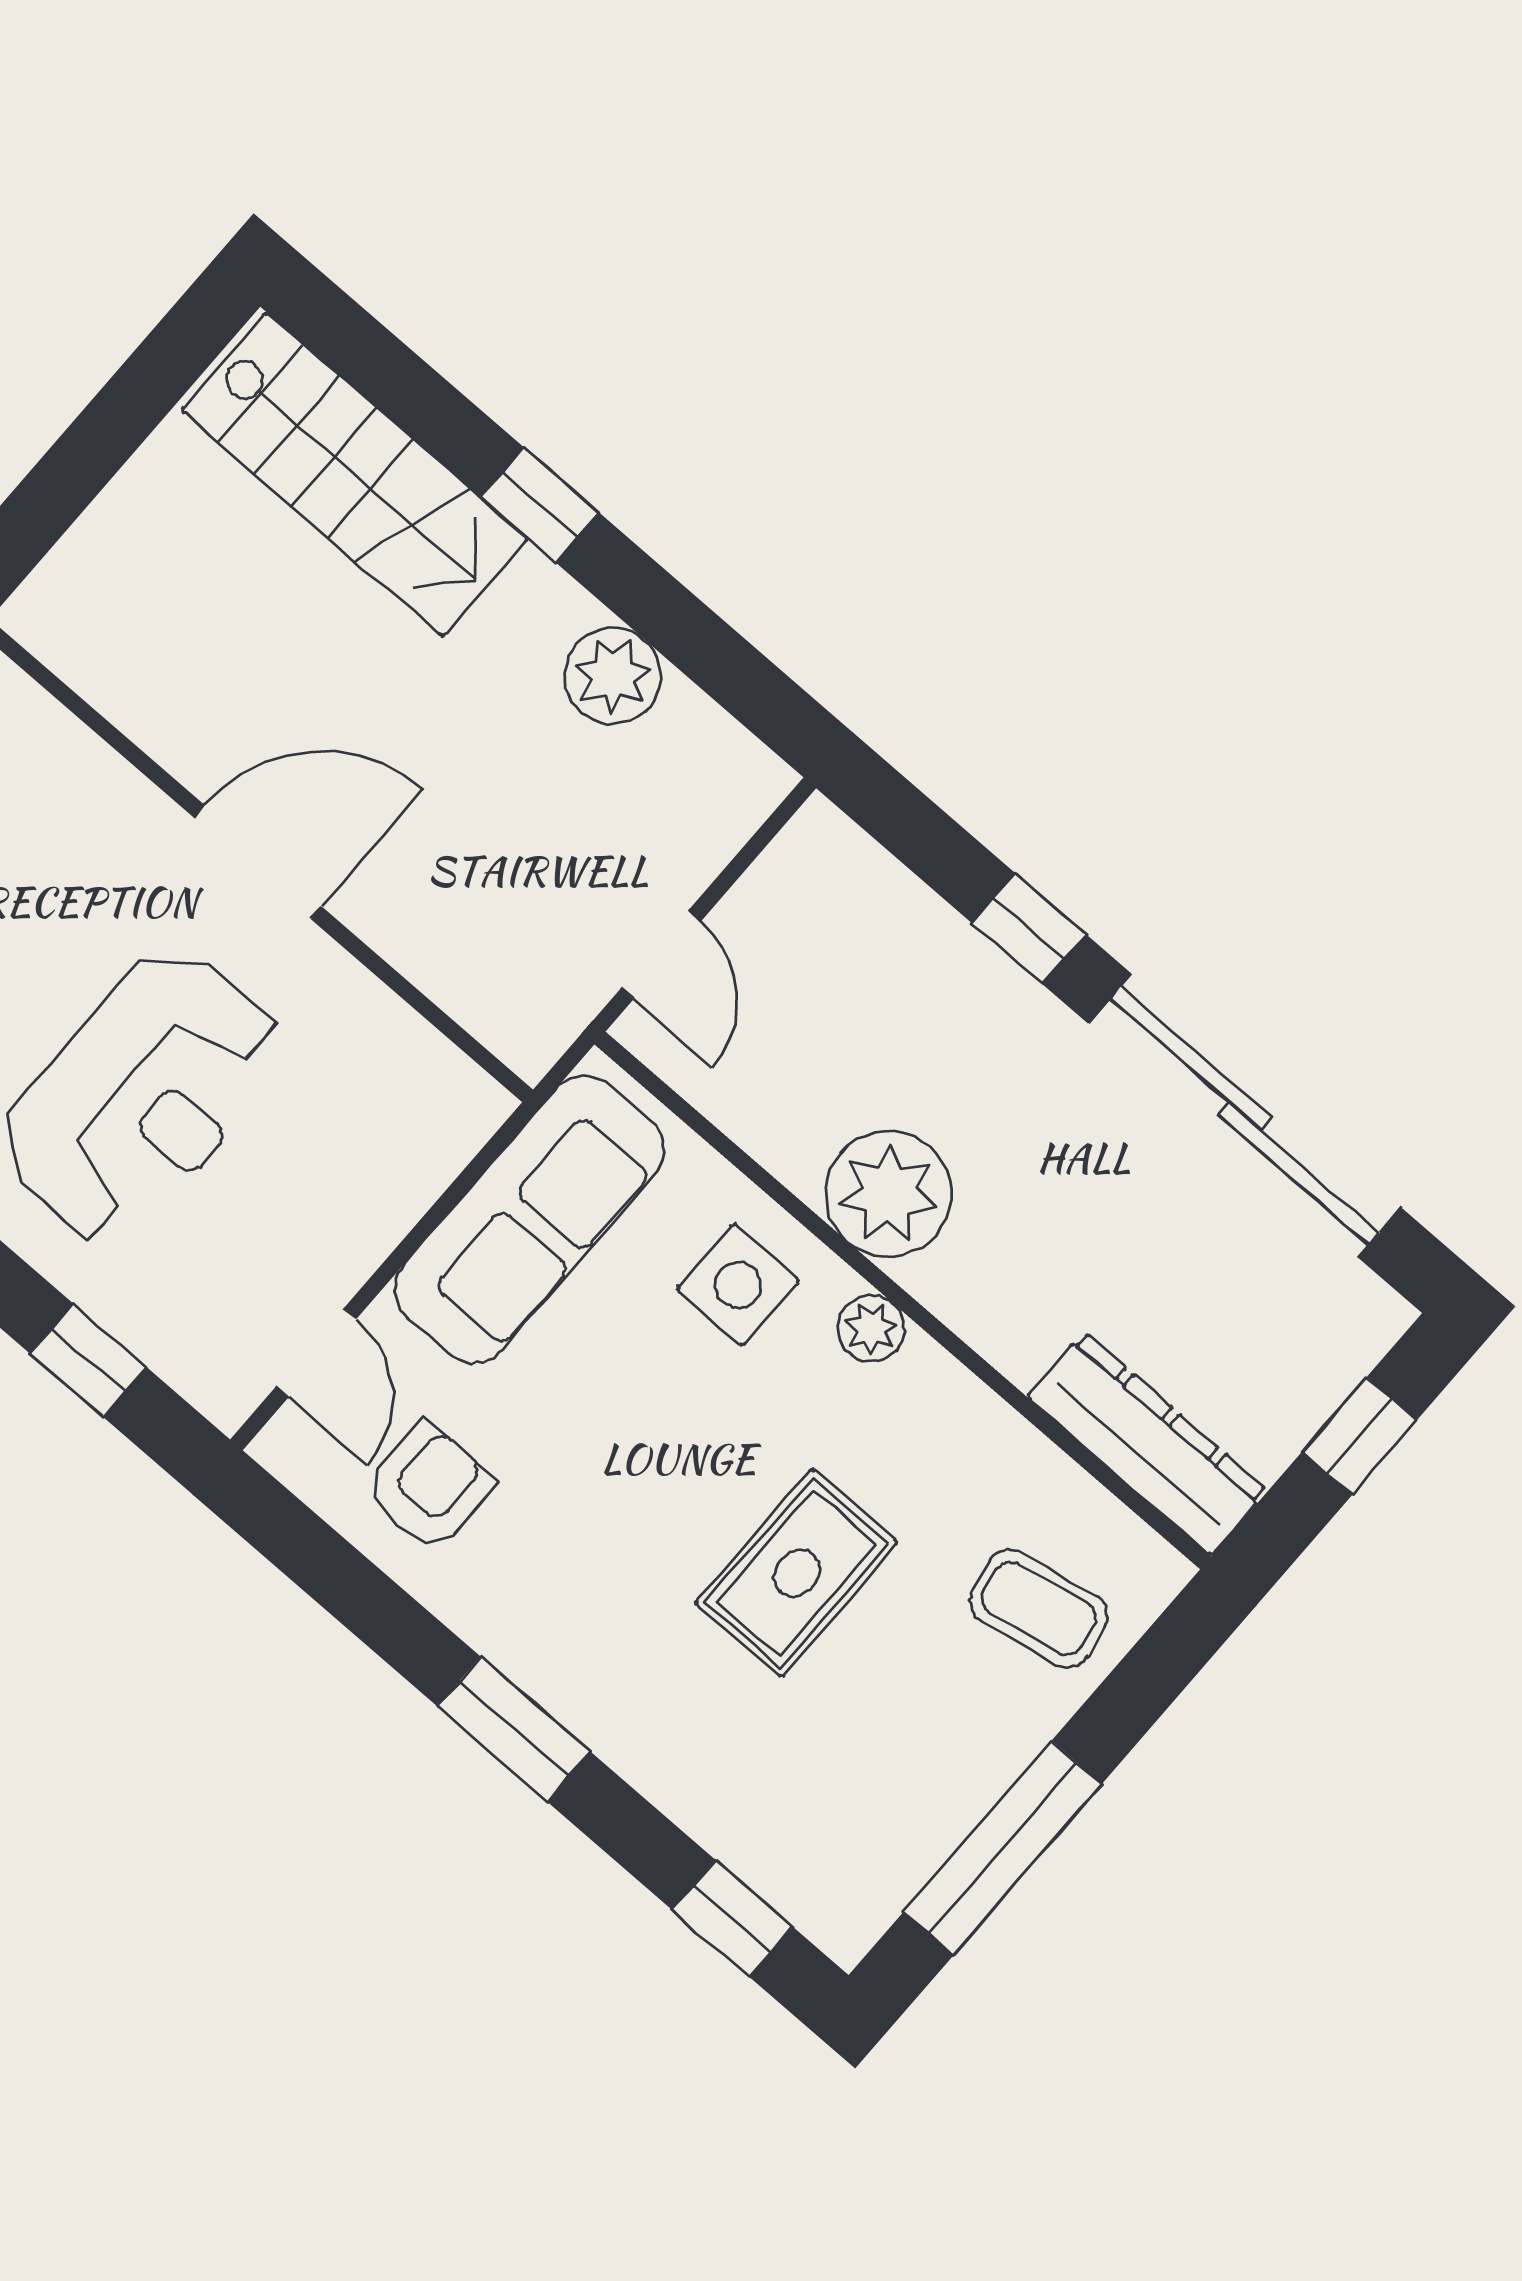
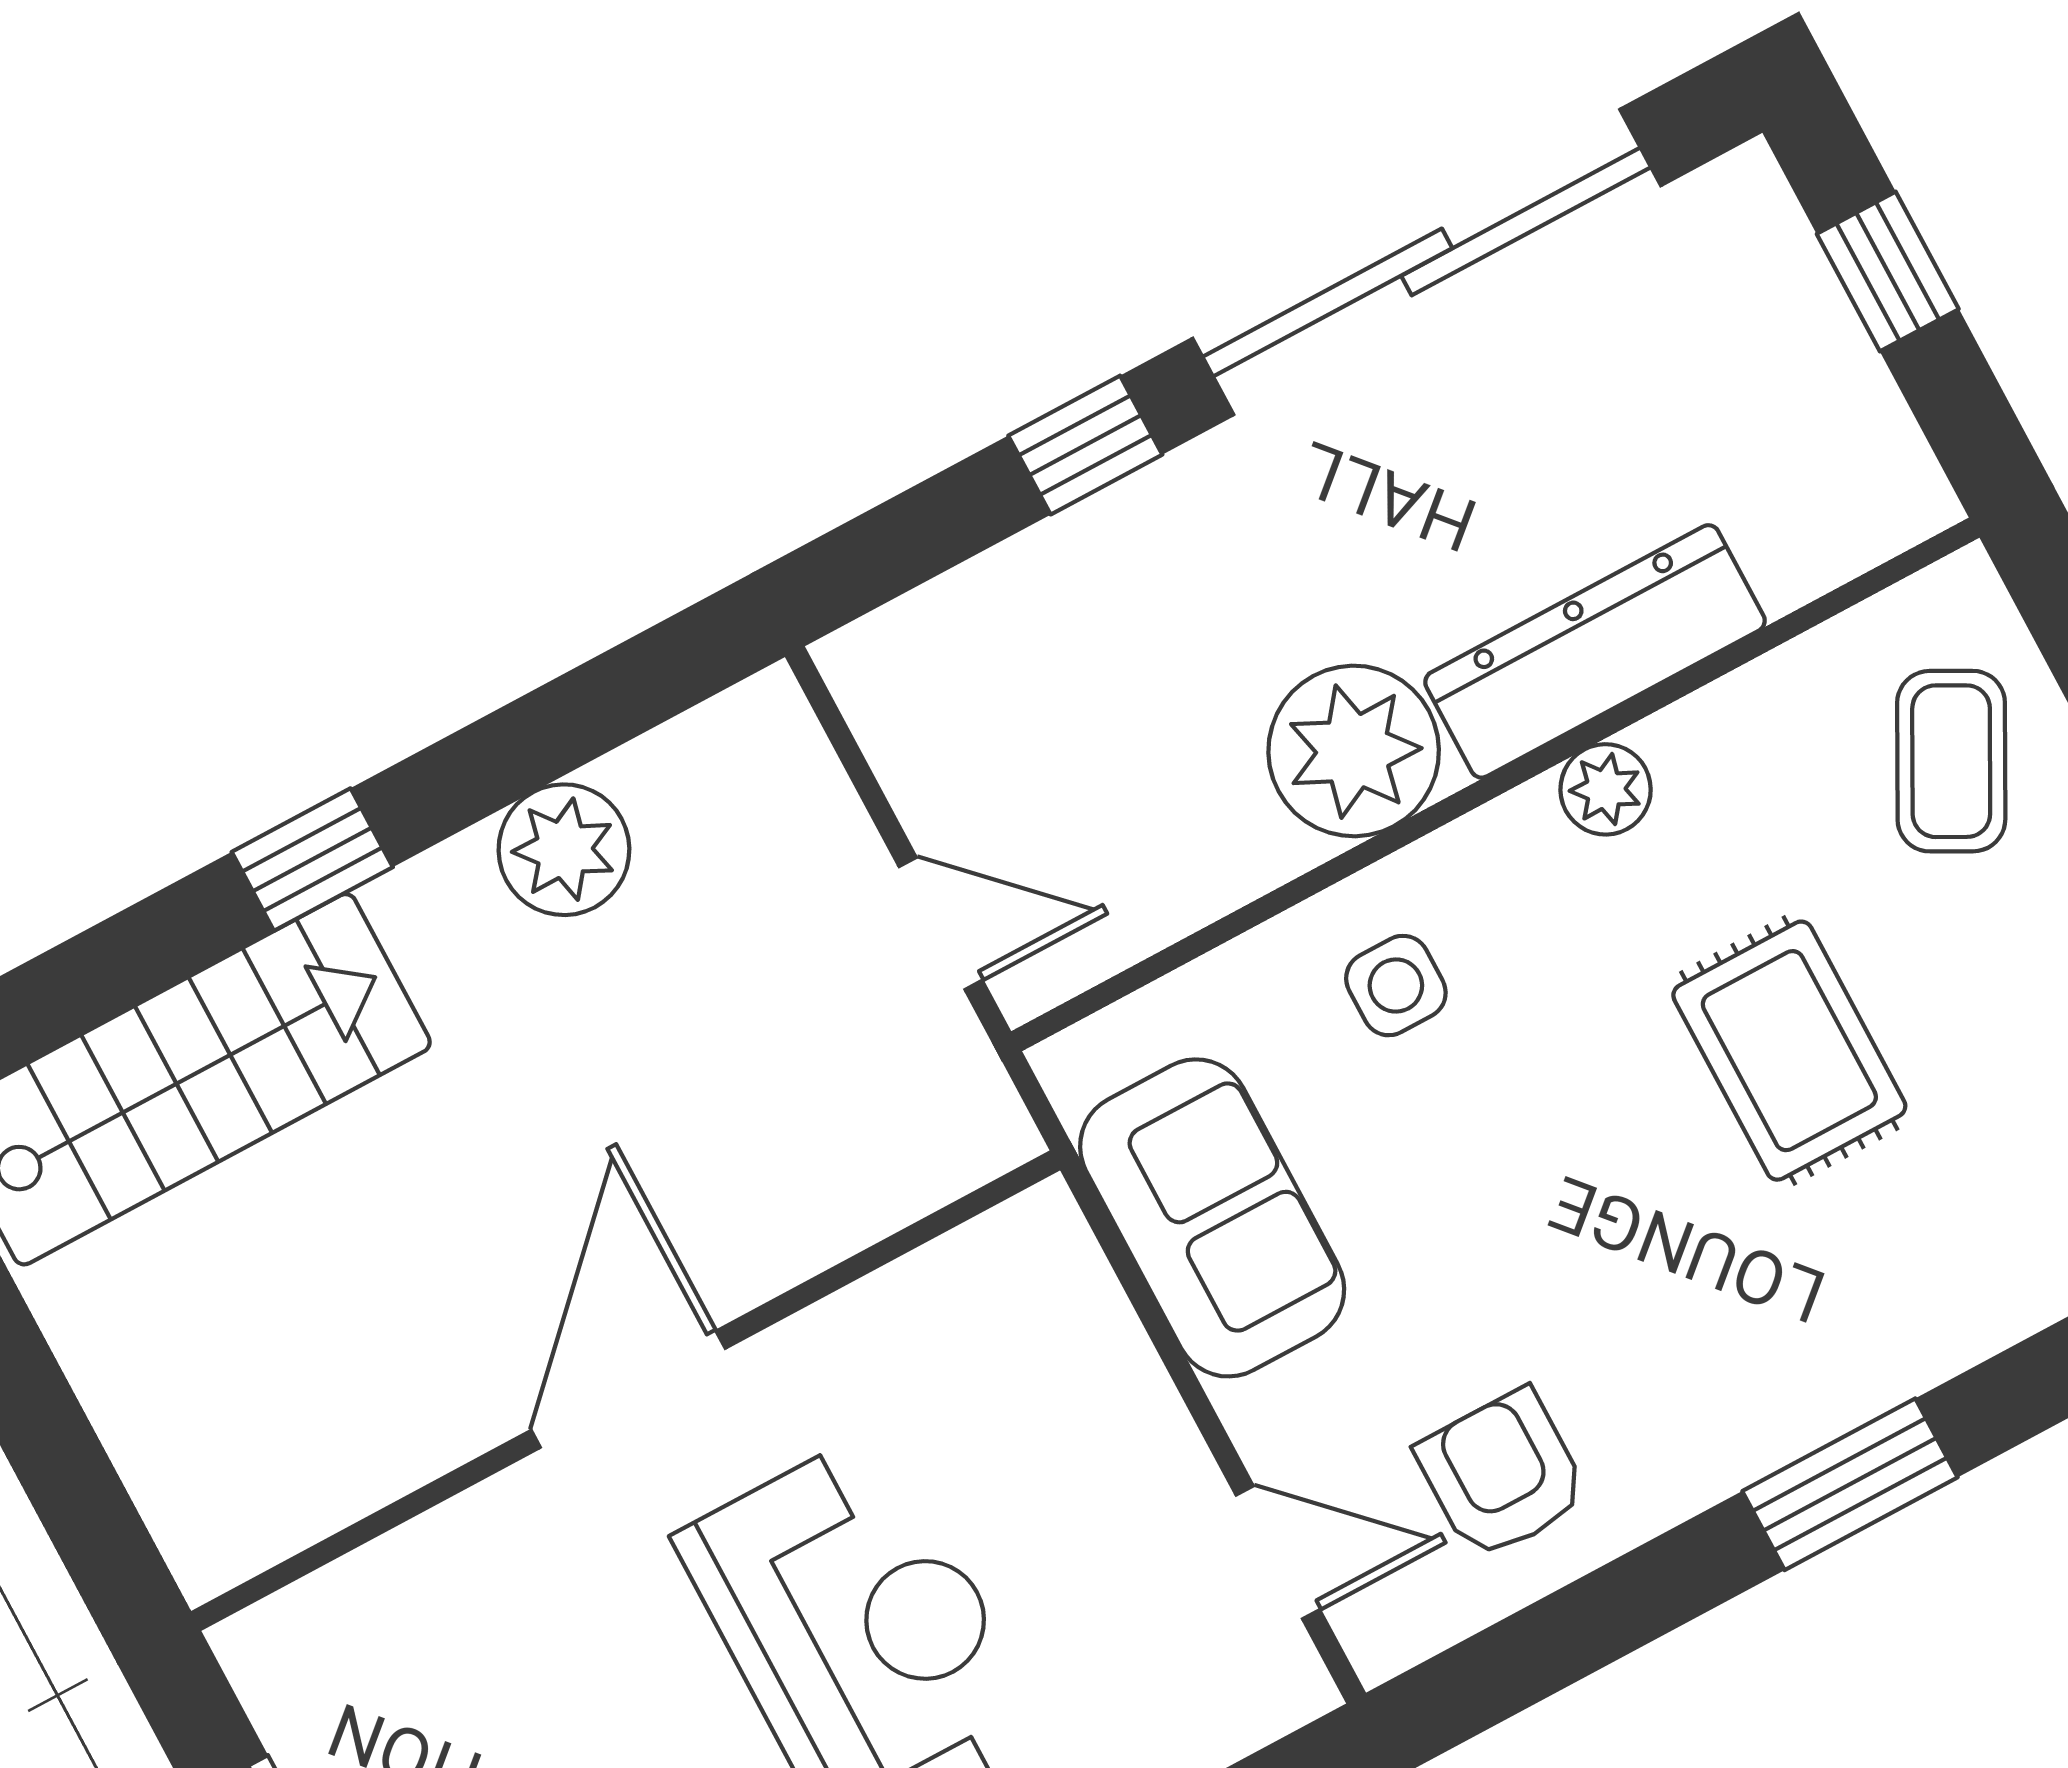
sofa: (529, 1219) -> (1212, 1218), width x0.73
side table: (738, 1285) -> (1396, 986), width x0.73, depth x0.73
plant: (871, 1328) -> (1606, 789), moved
dresser: (1147, 1444) -> (1595, 651), moved
coffee table: (1039, 1608) -> (1951, 761), turned -51

